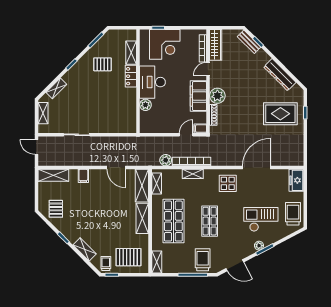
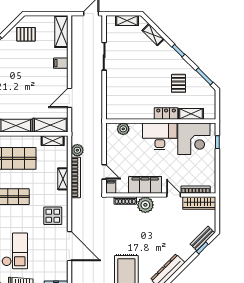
corner desk: (165, 44) -> (194, 139), moved, turned -90
plant: (145, 105) -> (123, 129), moved

